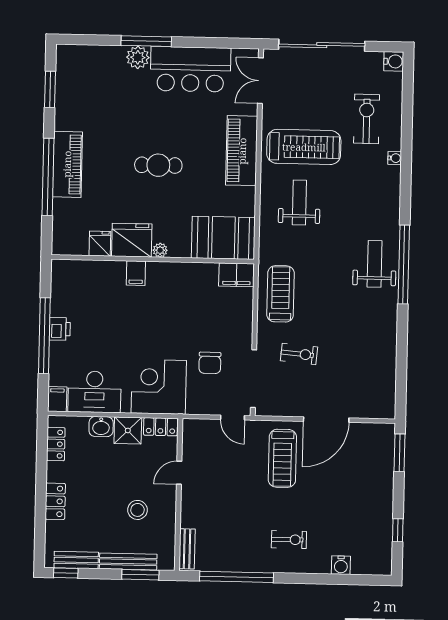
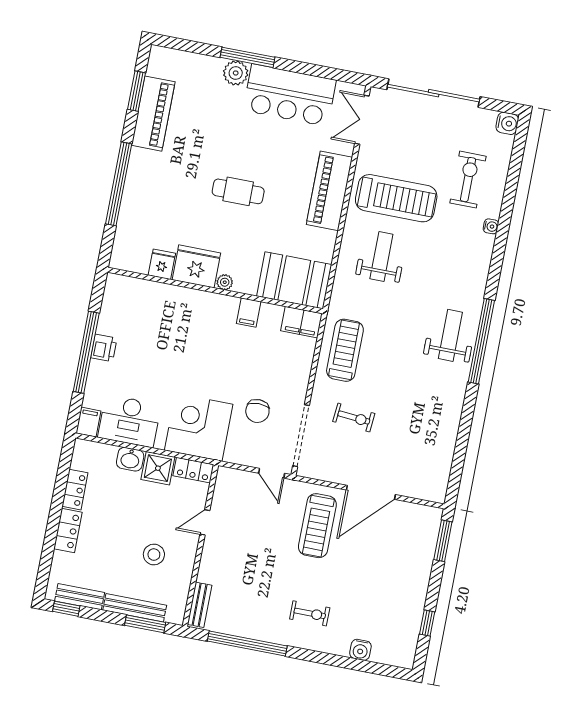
piano: (67, 164) -> (153, 114), moved
filing cabinet: (136, 273) -> (249, 313), moved
locker: (56, 444) -> (75, 490), moved

